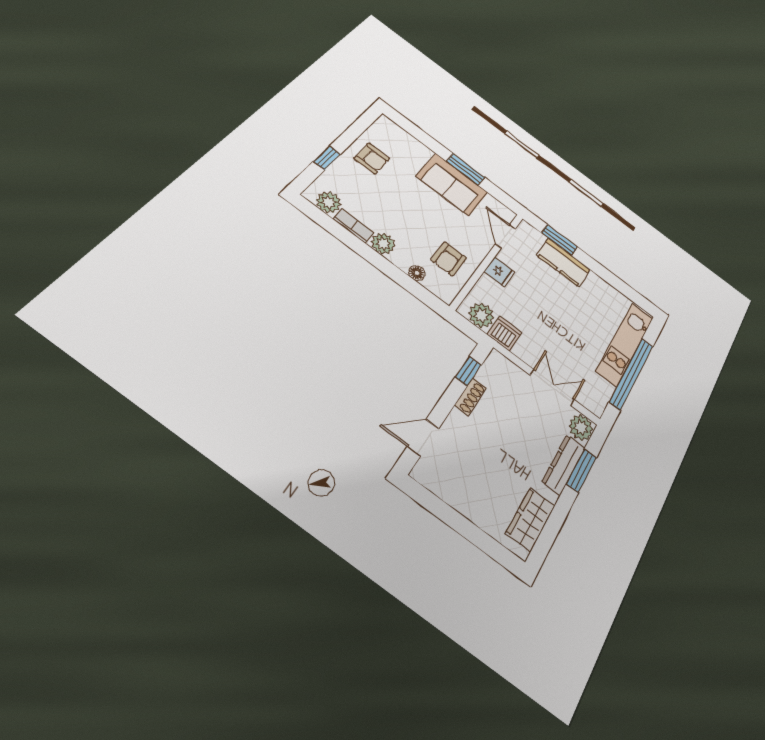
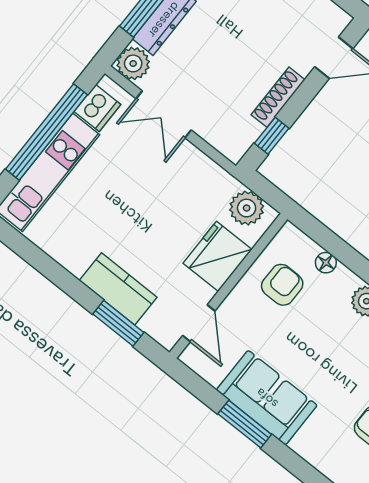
fridge: (500, 272) -> (217, 256), width x1.88, depth x1.34
dishwasher: (504, 334) -> (97, 108), moved, turned -90
shoe rack: (470, 397) -> (278, 97), width x1.43

